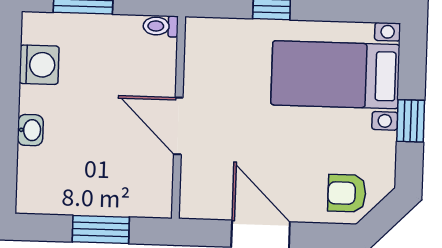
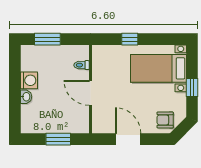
toilet: (161, 26) -> (82, 65), moved
washing machine: (39, 65) -> (29, 80), moved

